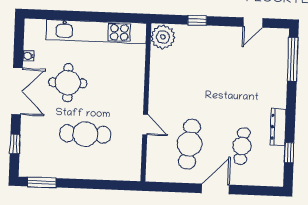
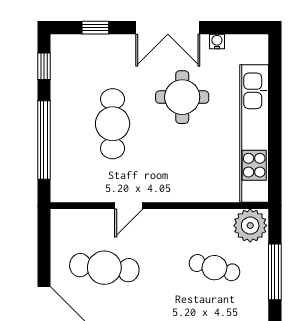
window: (197, 20) -> (275, 272), width x2.17
cafe table: (193, 64) -> (214, 268), added
window: (42, 182) -> (44, 66), width x0.67
window: (95, 184) -> (44, 140), added

